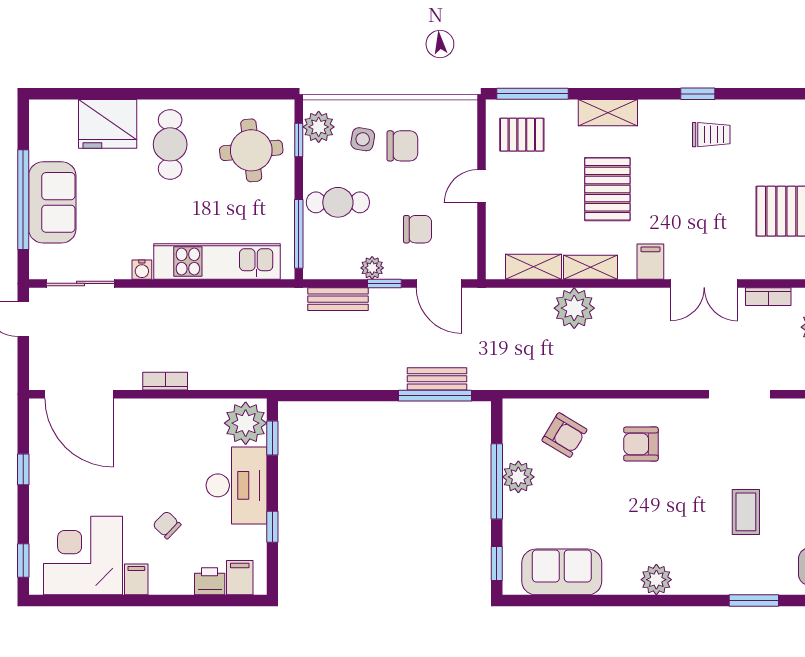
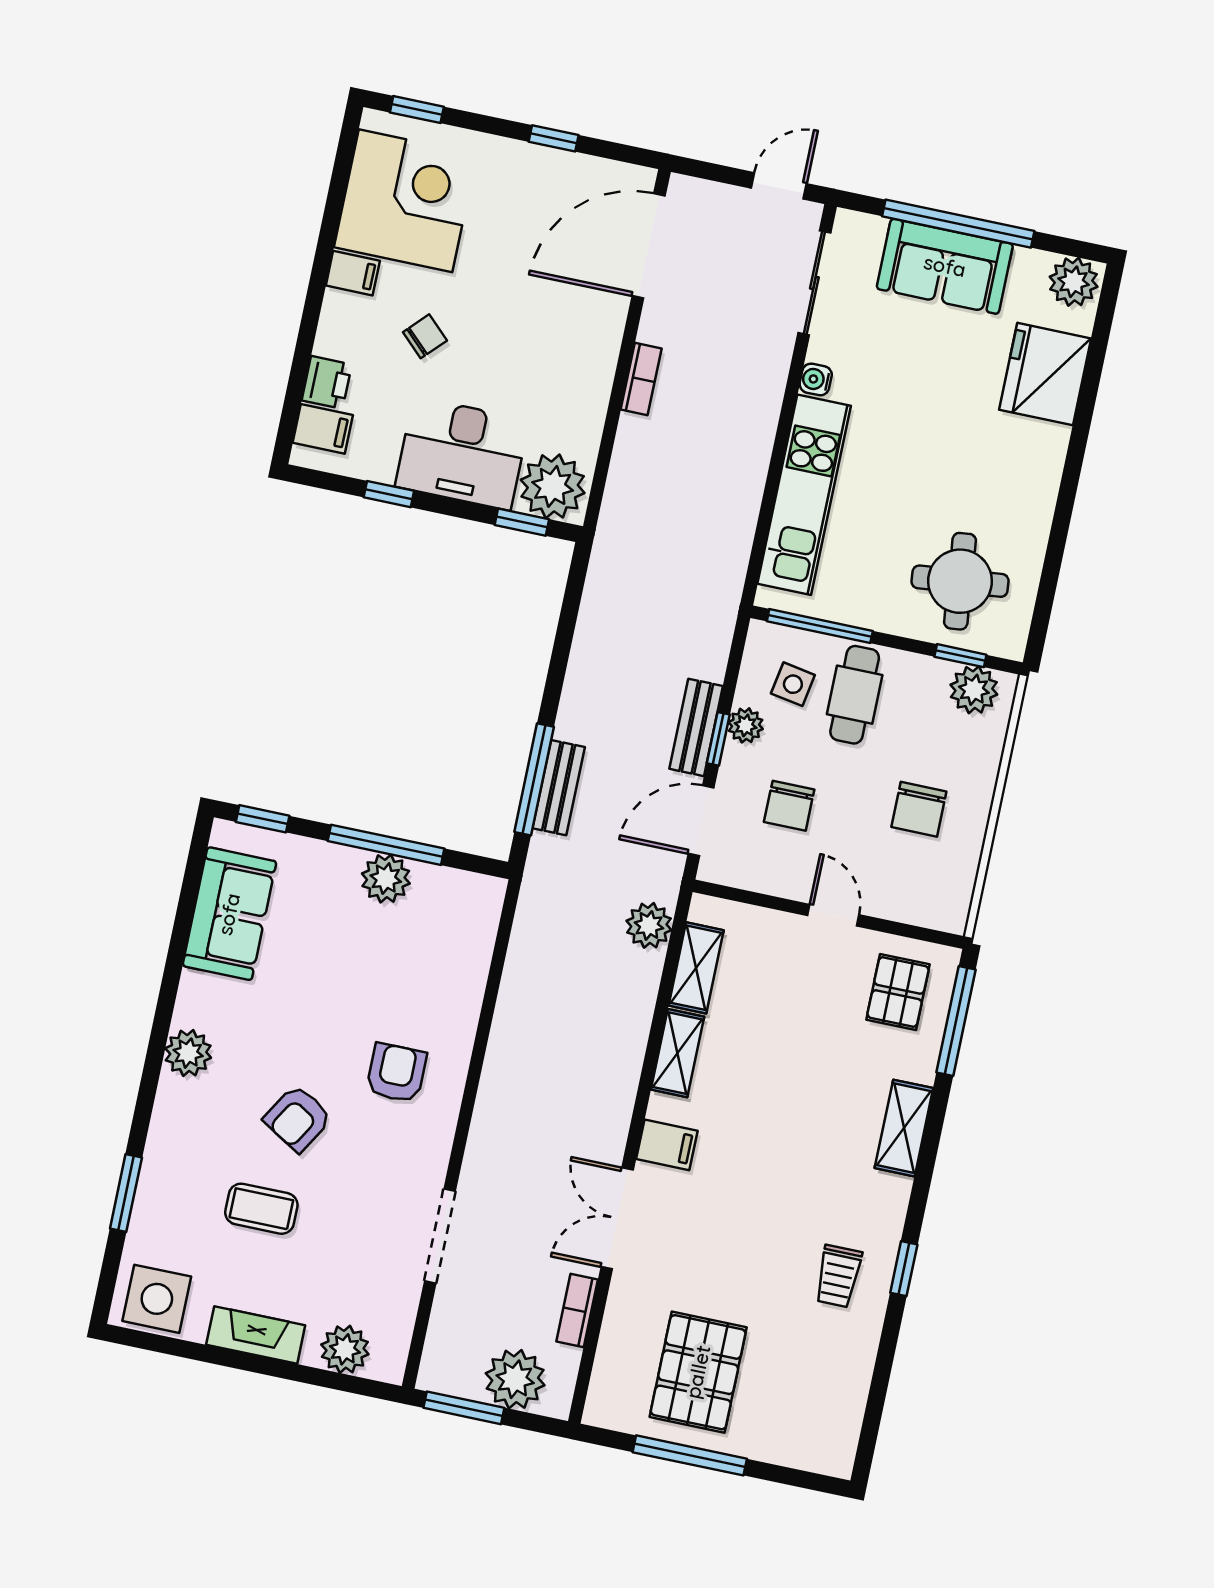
plant: (45, 118) -> (1074, 282), added
side table: (363, 139) -> (793, 684), moved
cafe table: (170, 144) -> (994, 461), removed
pallet: (607, 189) -> (789, 1103), removed
bench: (338, 299) -> (696, 727), moved
plant: (574, 308) -> (649, 925), moved, width x0.73, depth x0.73
armchair: (564, 435) -> (298, 1118), moved

